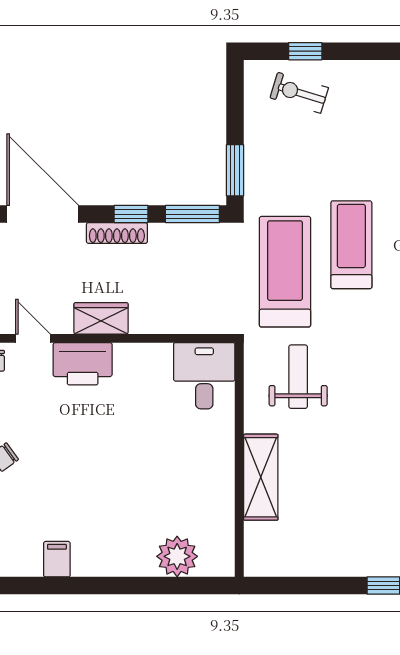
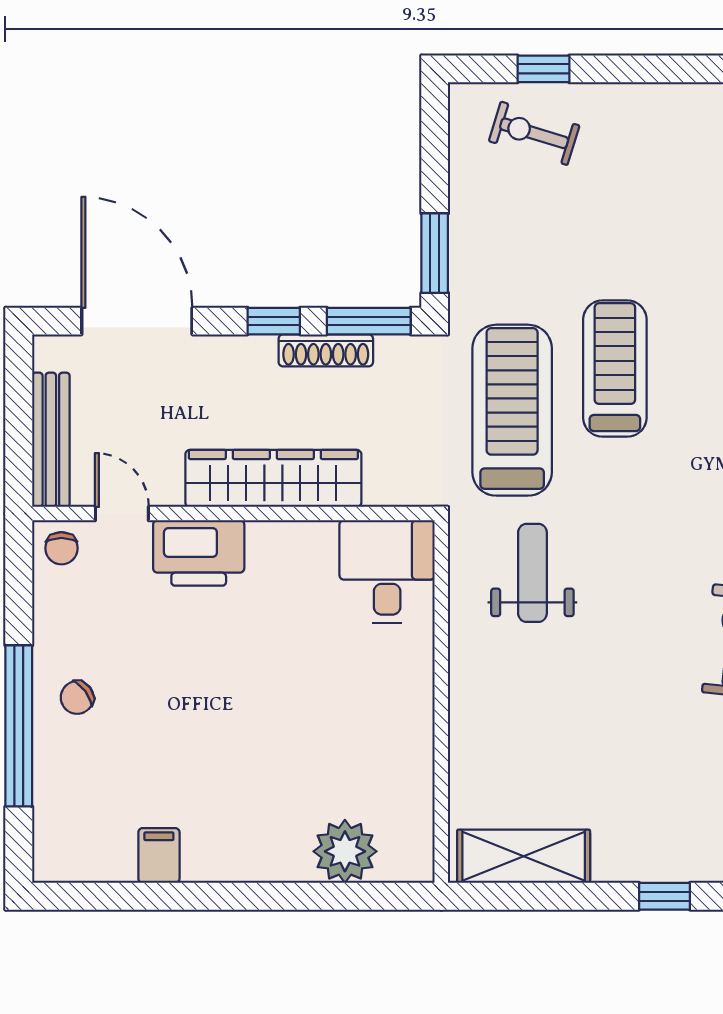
shoe rack: (117, 233) -> (326, 350), moved
wardrobe: (101, 318) -> (273, 478), width x2.10, depth x1.17
shelving: (261, 477) -> (524, 856), moved, turned 90

